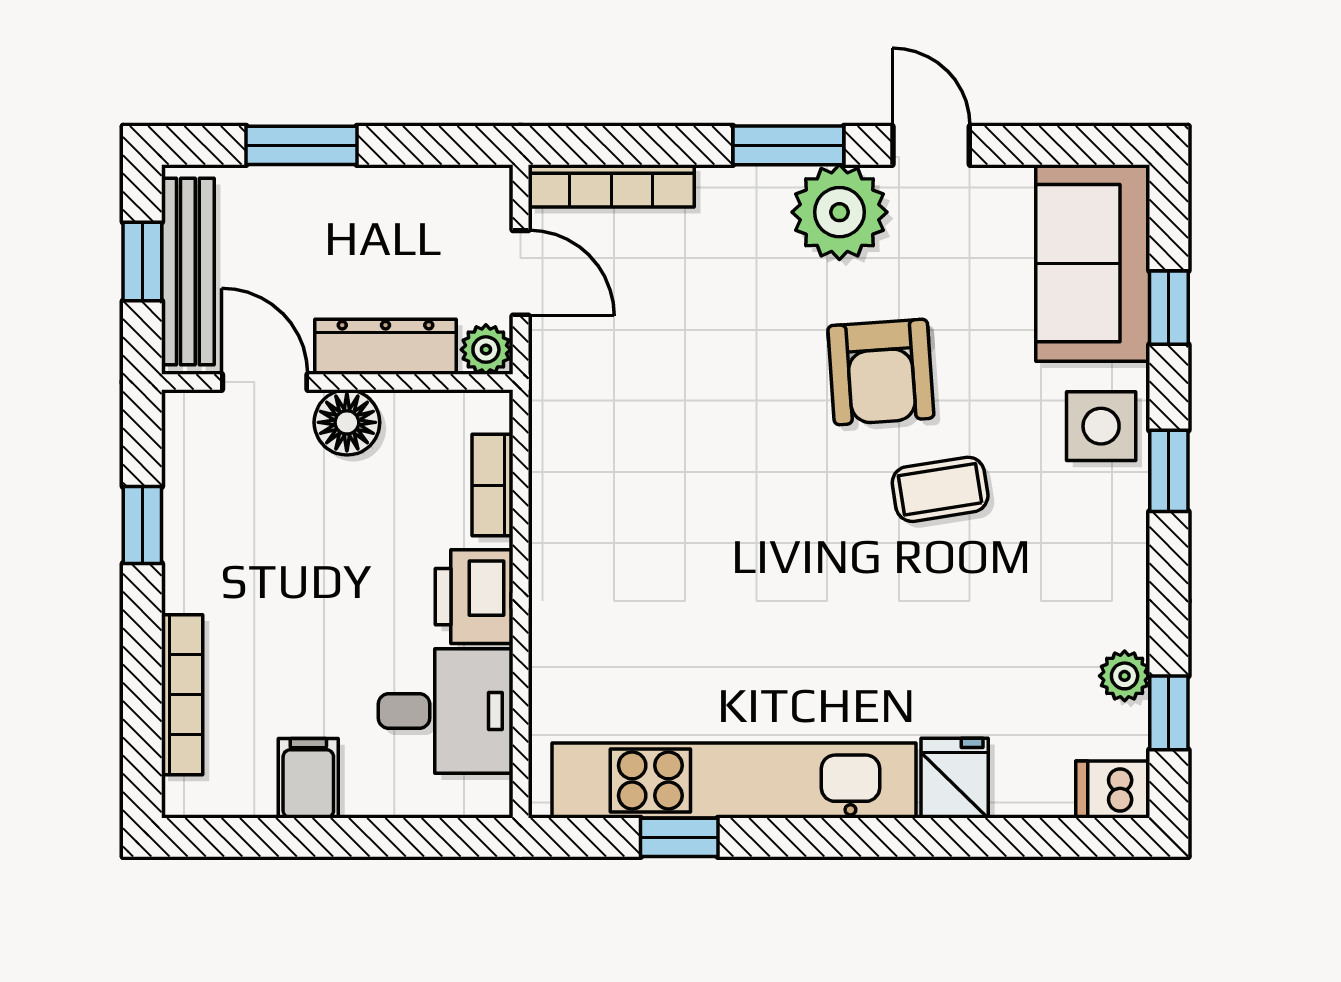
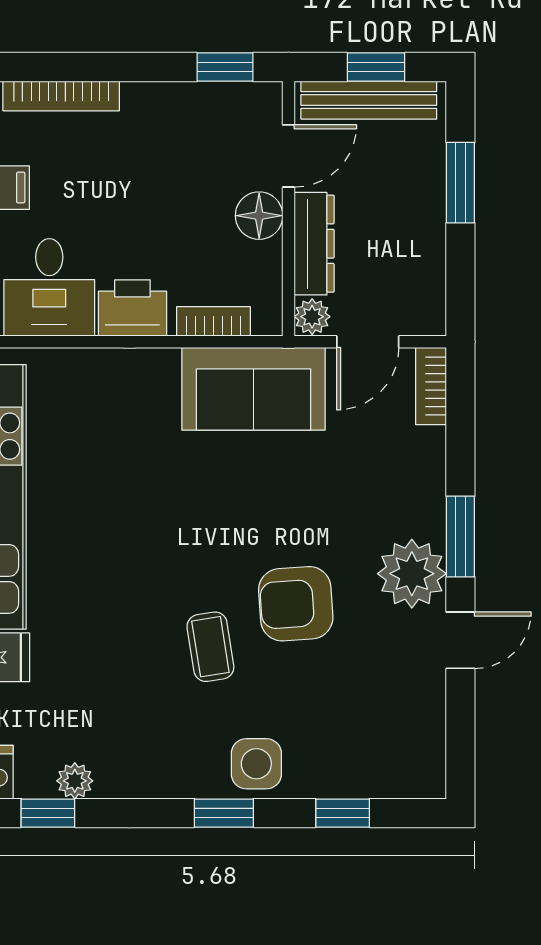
bookcase: (611, 186) -> (431, 386), width x0.64
sofa: (1093, 263) -> (254, 389), moved, turned 180
window: (142, 525) -> (225, 67), moved

